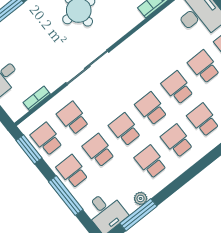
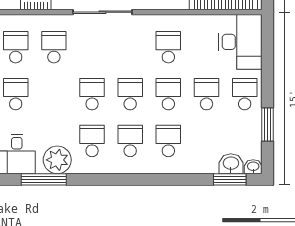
school desk: (99, 150) -> (168, 47), moved
plant: (141, 198) -> (57, 160), width x1.88, depth x1.88

